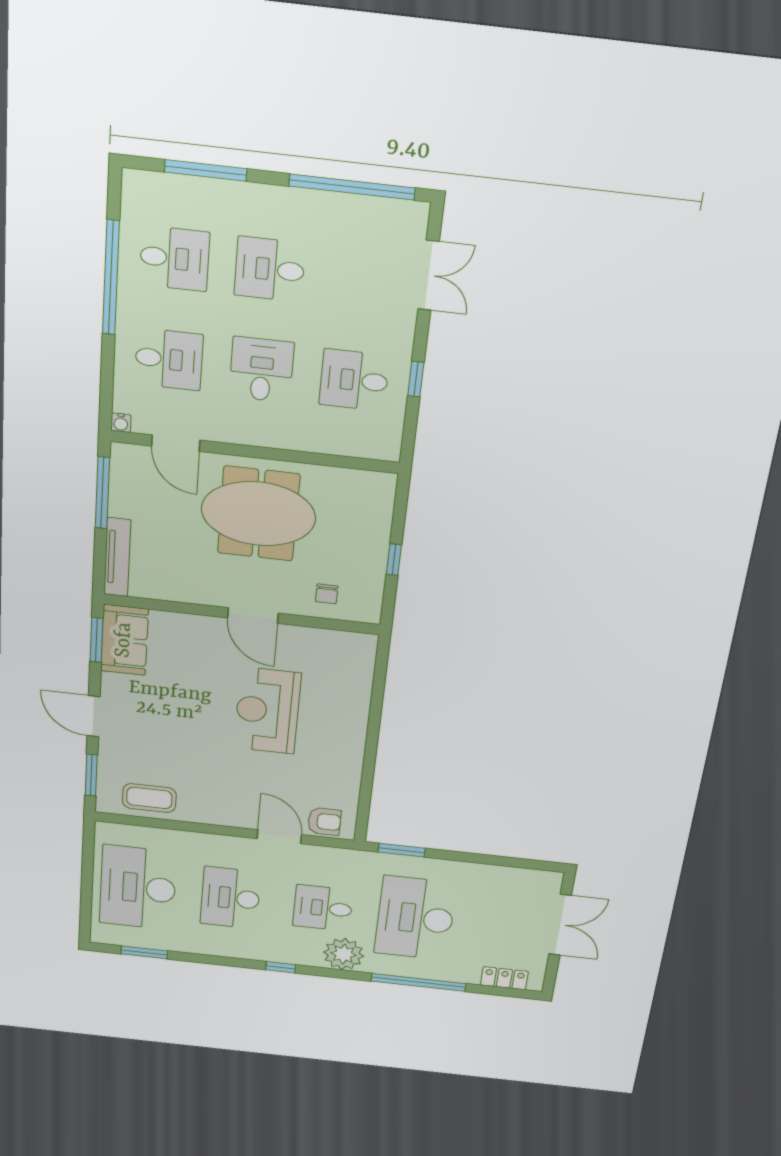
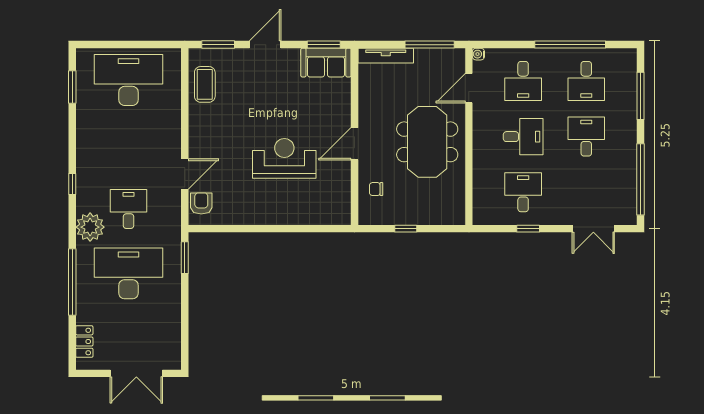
armchair: (324, 821) -> (201, 203), turned 180
desk: (230, 898) -> (128, 144), removed

